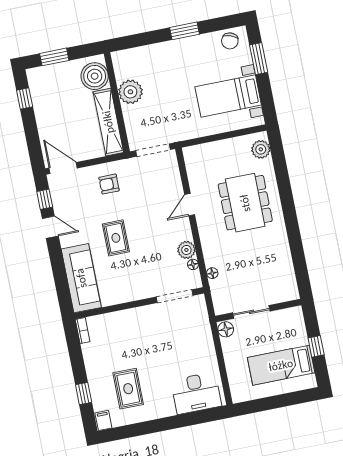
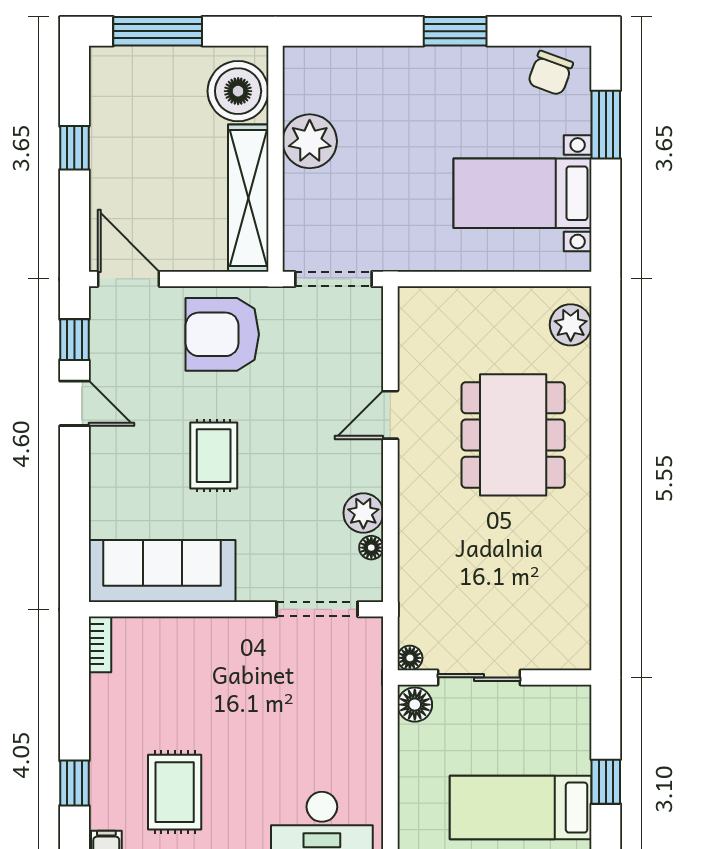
window: (54, 57) -> (158, 31), width x1.44
window: (25, 99) -> (74, 148), moved
armchair: (109, 184) -> (222, 334), width x1.88, depth x1.88
floor lamp: (212, 273) -> (410, 658), moved
sofa: (81, 278) -> (162, 571), moved, turned -90

